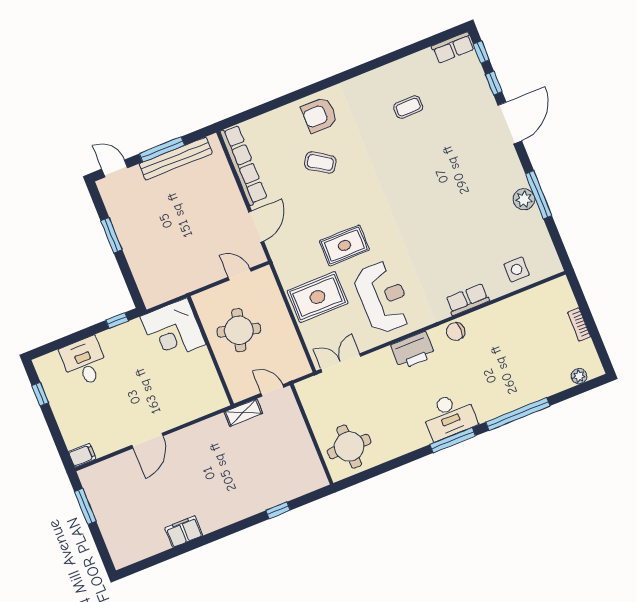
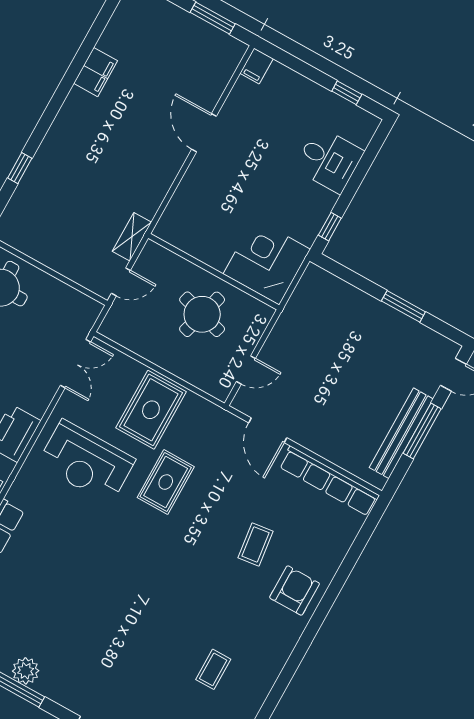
coffee table: (320, 163) -> (256, 544), turned -40

